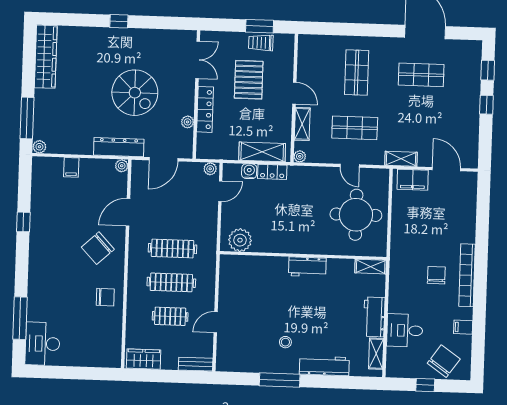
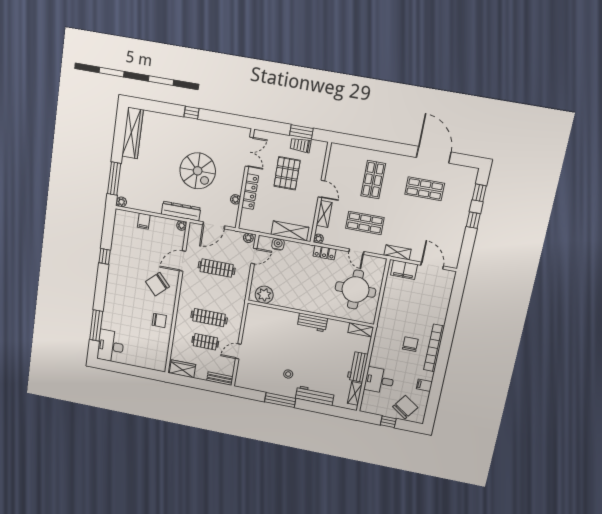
locker: (272, 172) -> (324, 253), moved
clothes rail: (173, 249) -> (217, 268), moved

